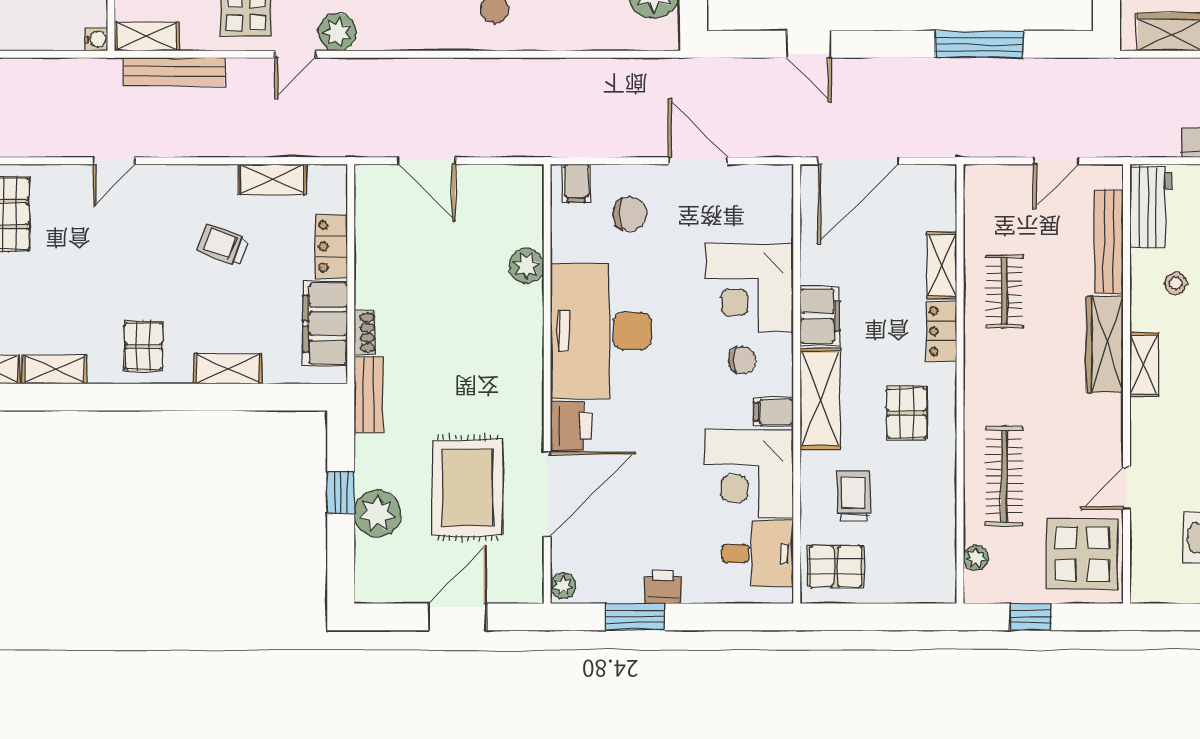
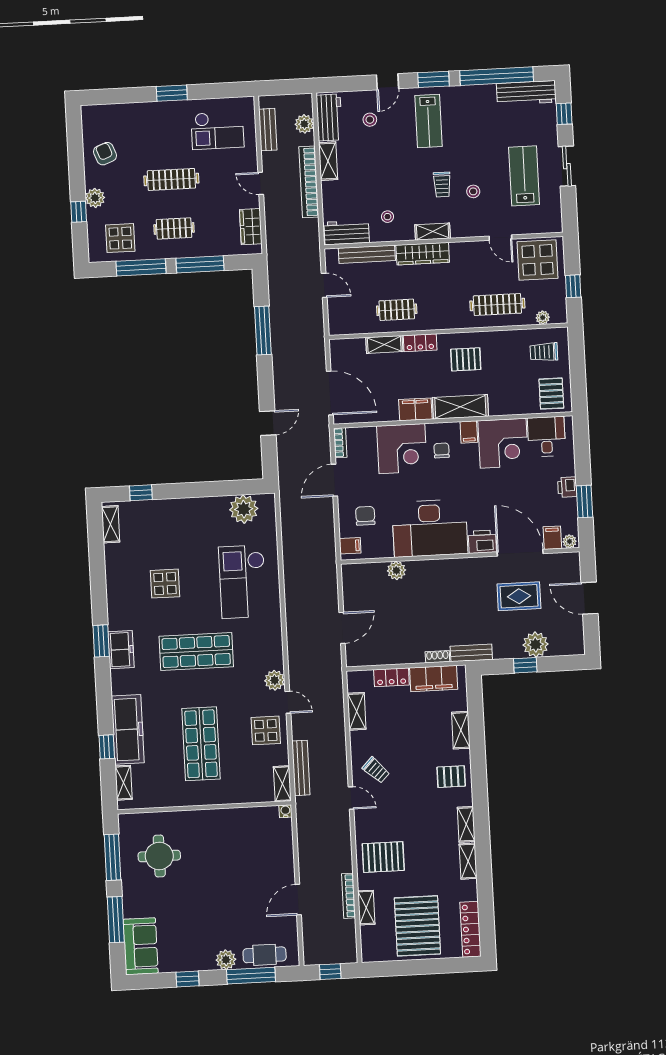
bookcase: (766, 175) -> (340, 443), added
trolley: (223, 245) -> (376, 770), moved, turned -67
rug: (468, 488) -> (519, 596), width x0.73, depth x0.70
trolley: (854, 496) -> (544, 352), moved
filing cabinet: (572, 555) -> (552, 538), added

